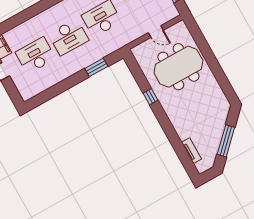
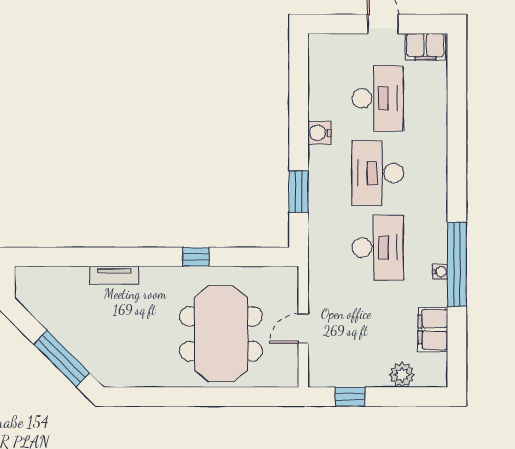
water cooler: (65, 73) -> (319, 133), added
window: (226, 141) -> (62, 359), moved
tv unit: (191, 151) -> (114, 275), moved

